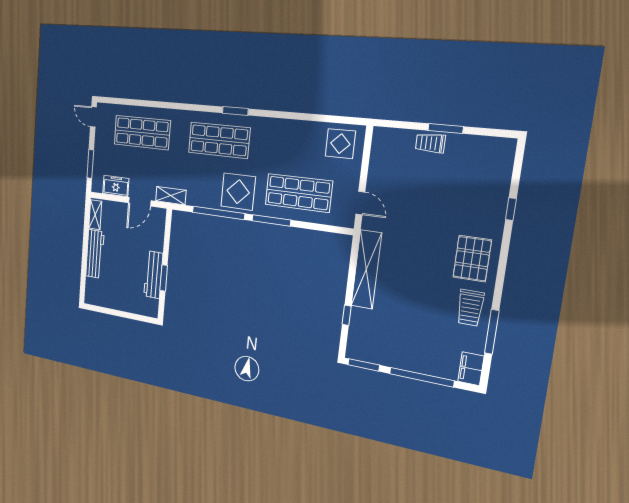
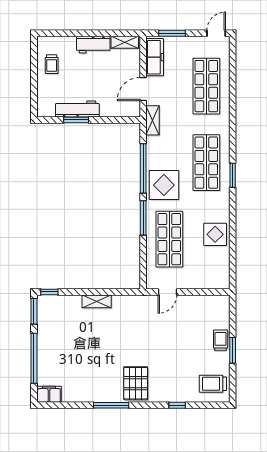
display table: (340, 144) -> (215, 234), moved
freezer: (116, 186) -> (155, 57), width x1.40
door: (140, 202) -> (143, 89), hinge flipped
workbench: (95, 254) -> (93, 45), width x0.73
pallet: (472, 259) -> (136, 383), turned 90
shelving: (366, 269) -> (97, 301), width x0.45, depth x0.75
trolley: (110, 293) -> (52, 64), added
trolley: (470, 308) -> (213, 384), moved
window: (347, 315) -> (49, 292), moved
window: (492, 332) -> (111, 405), moved

